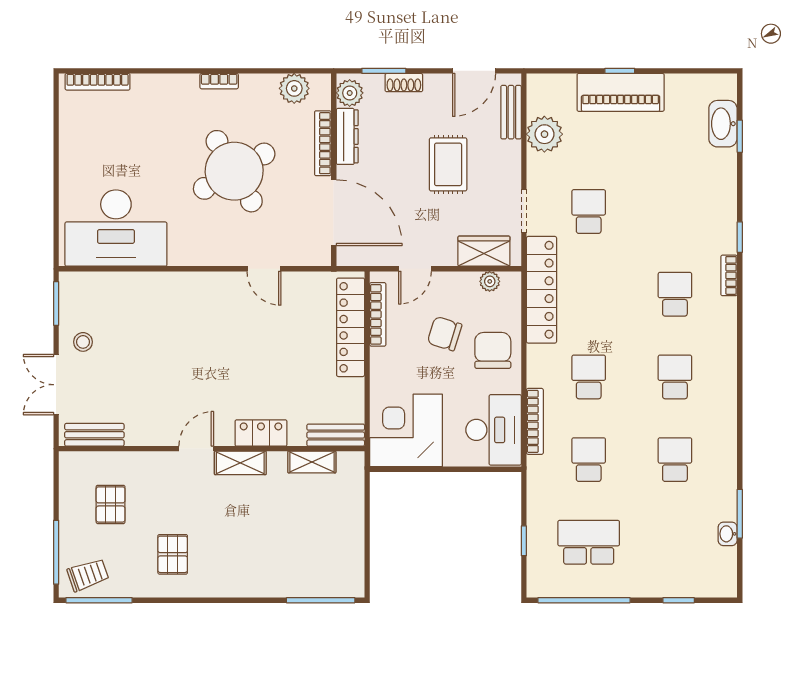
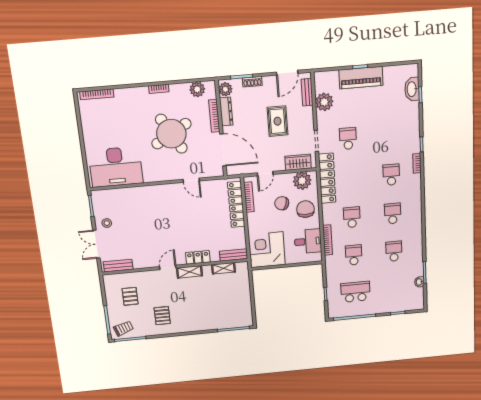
plant: (490, 281) -> (302, 181), width x1.88, depth x1.88
desk: (494, 430) -> (308, 241), width x0.73

